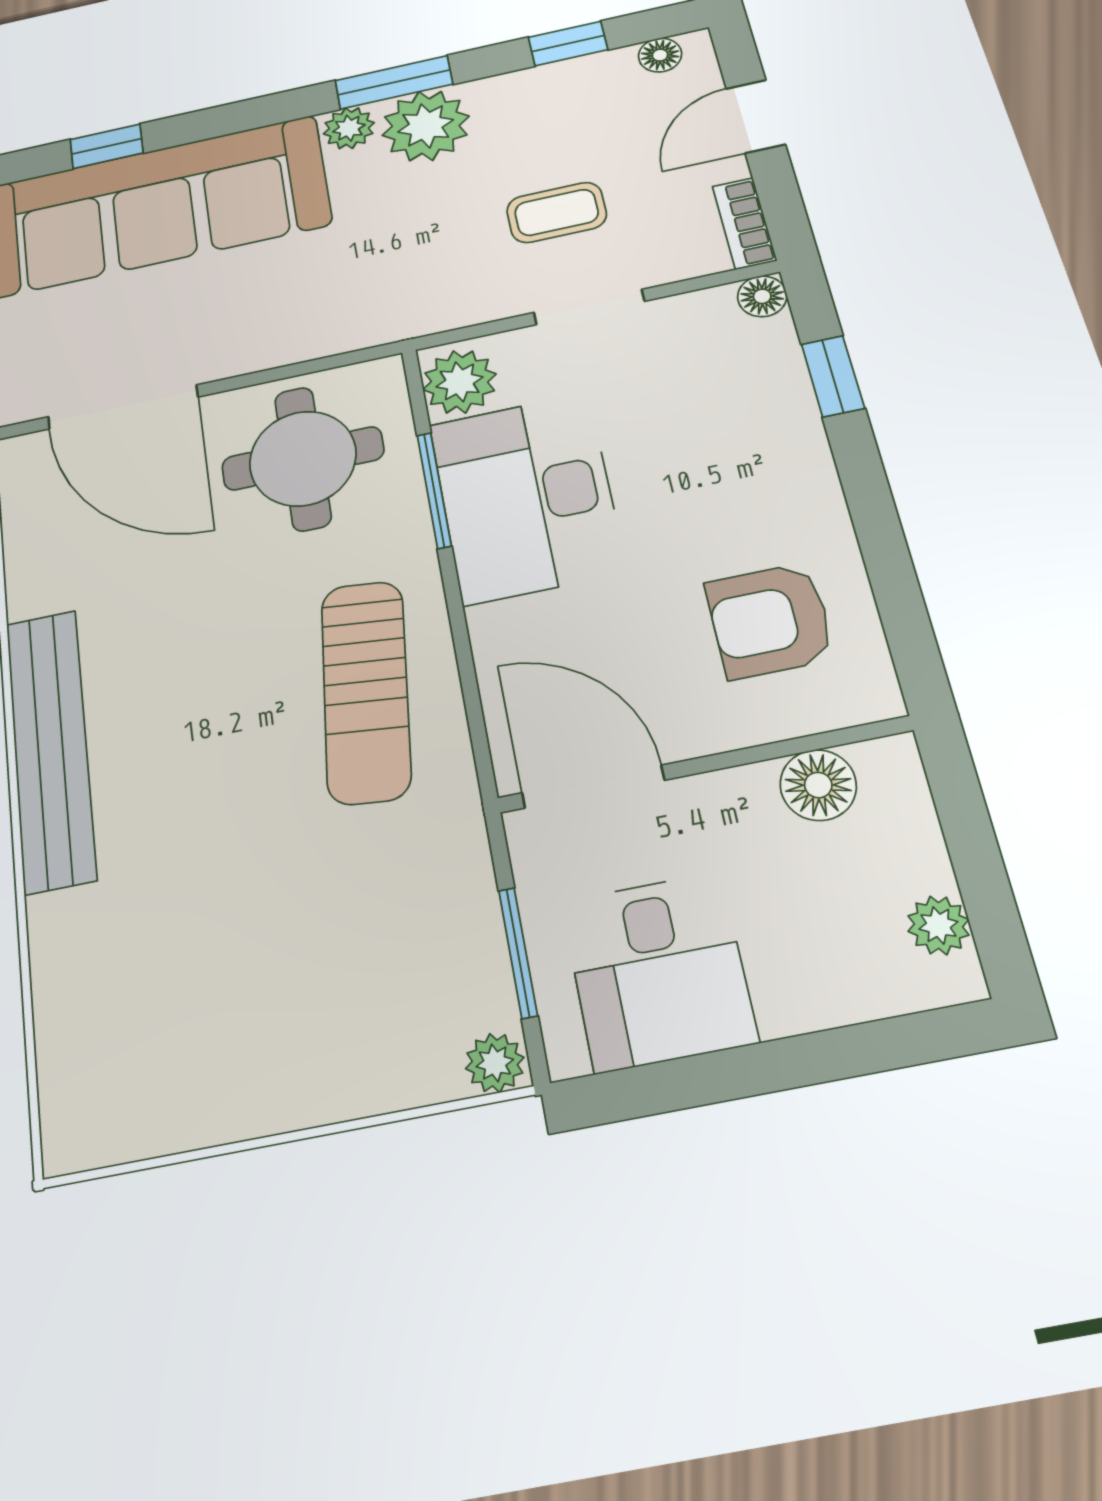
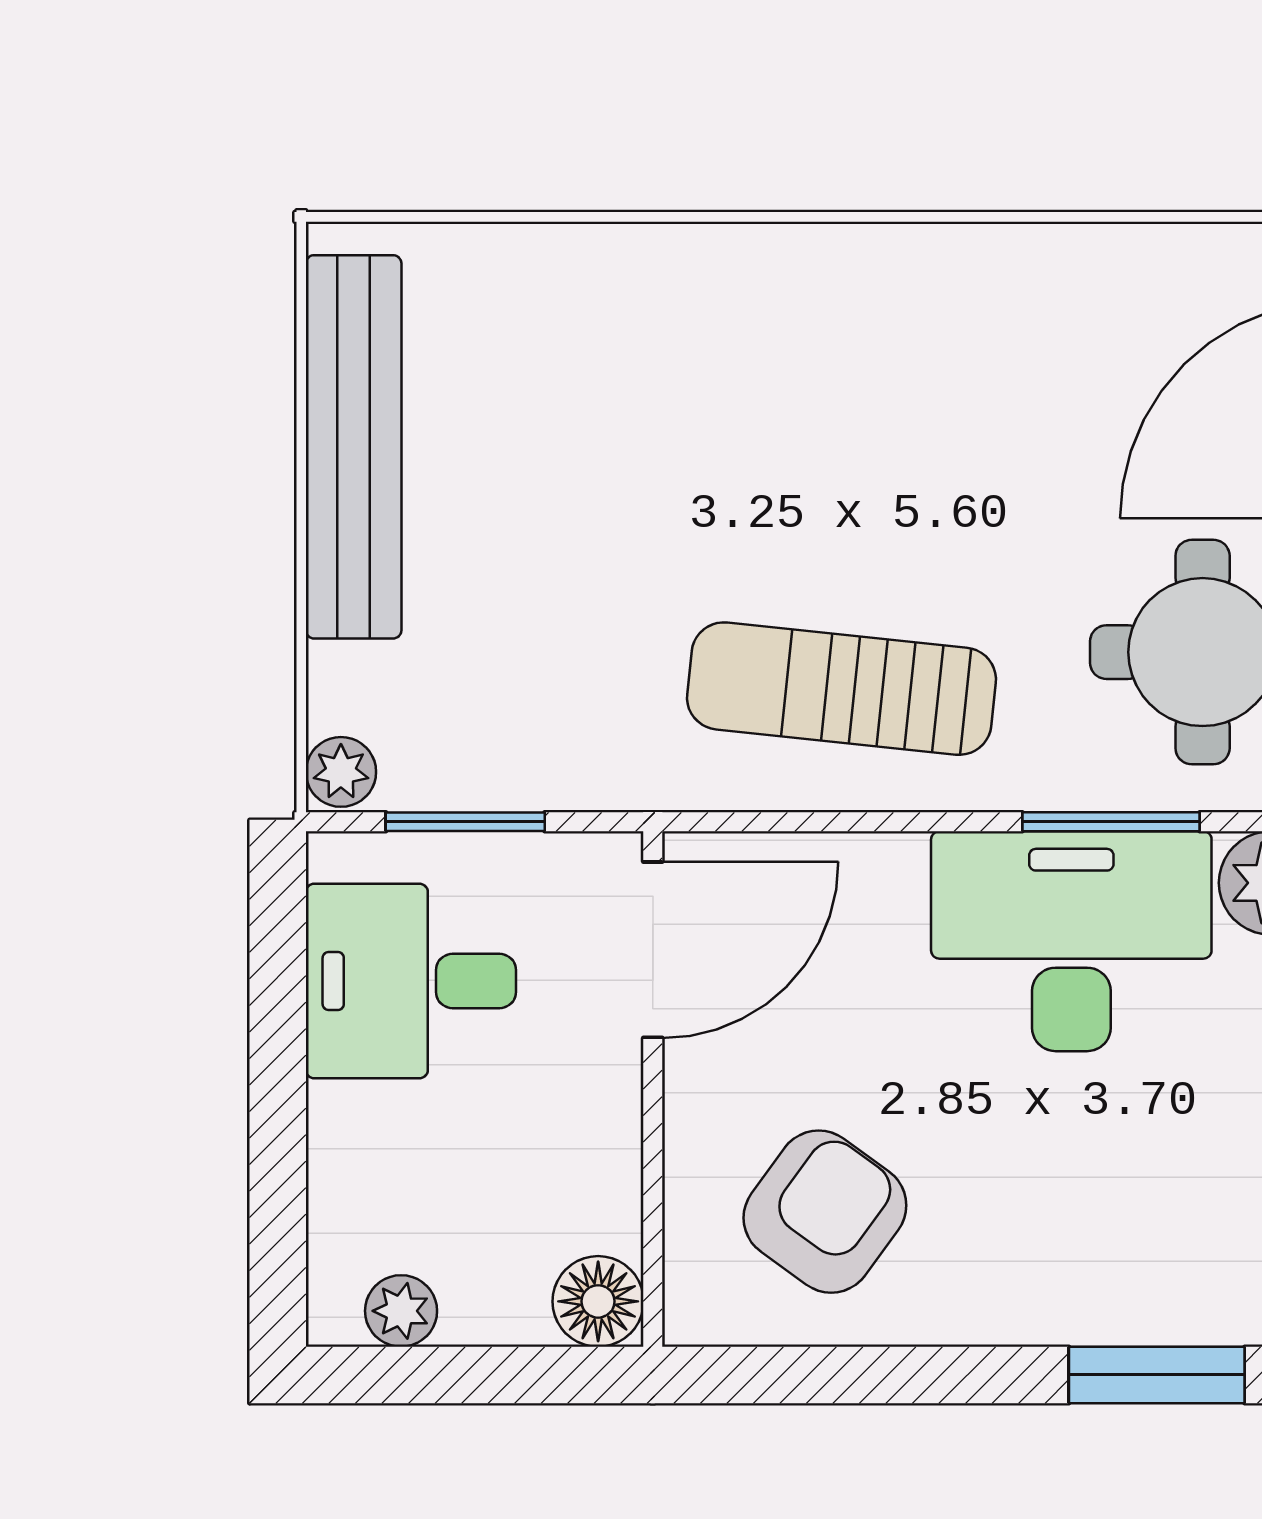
window: (833, 376) -> (1157, 1375), width x1.50
armchair: (770, 621) -> (825, 1212), turned 36
bench: (50, 749) -> (354, 447), moved, turned 90
floor lamp: (818, 785) -> (598, 1301), moved

